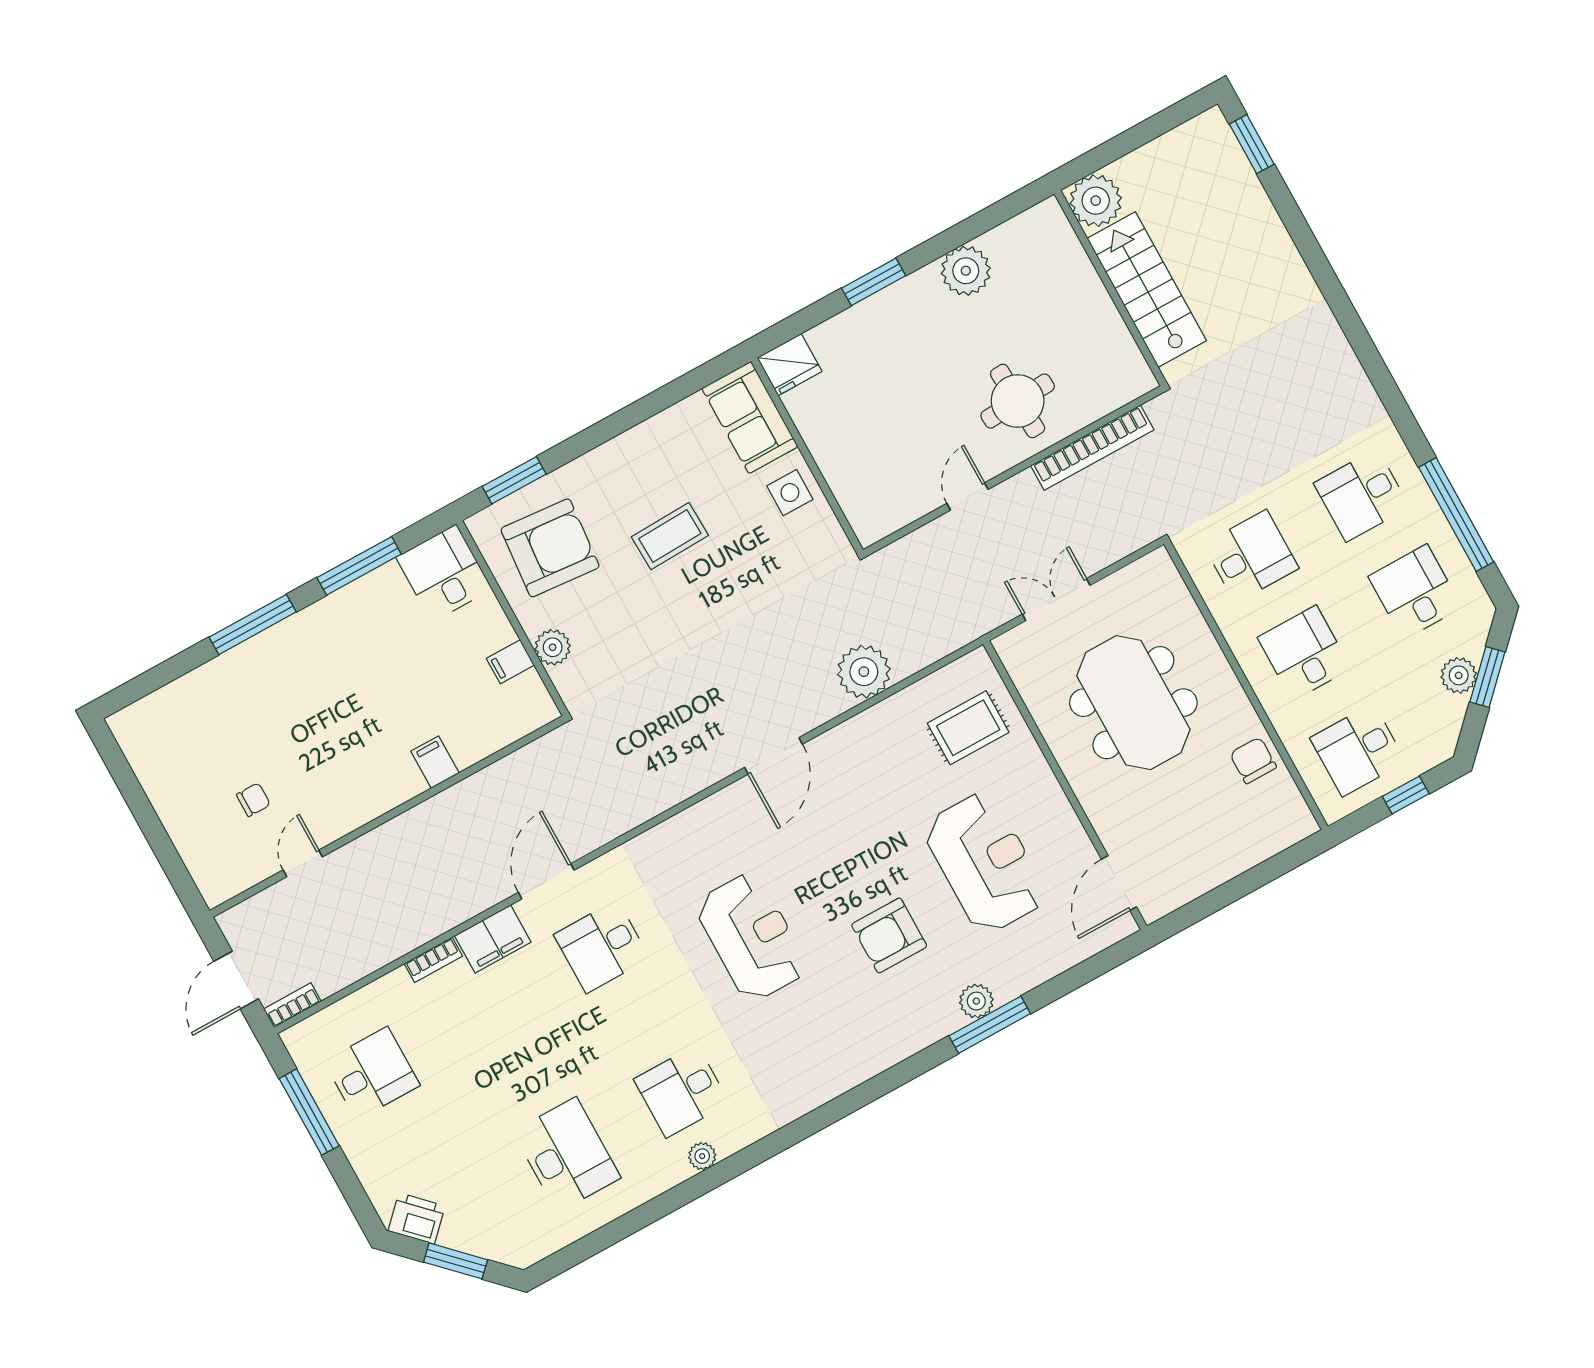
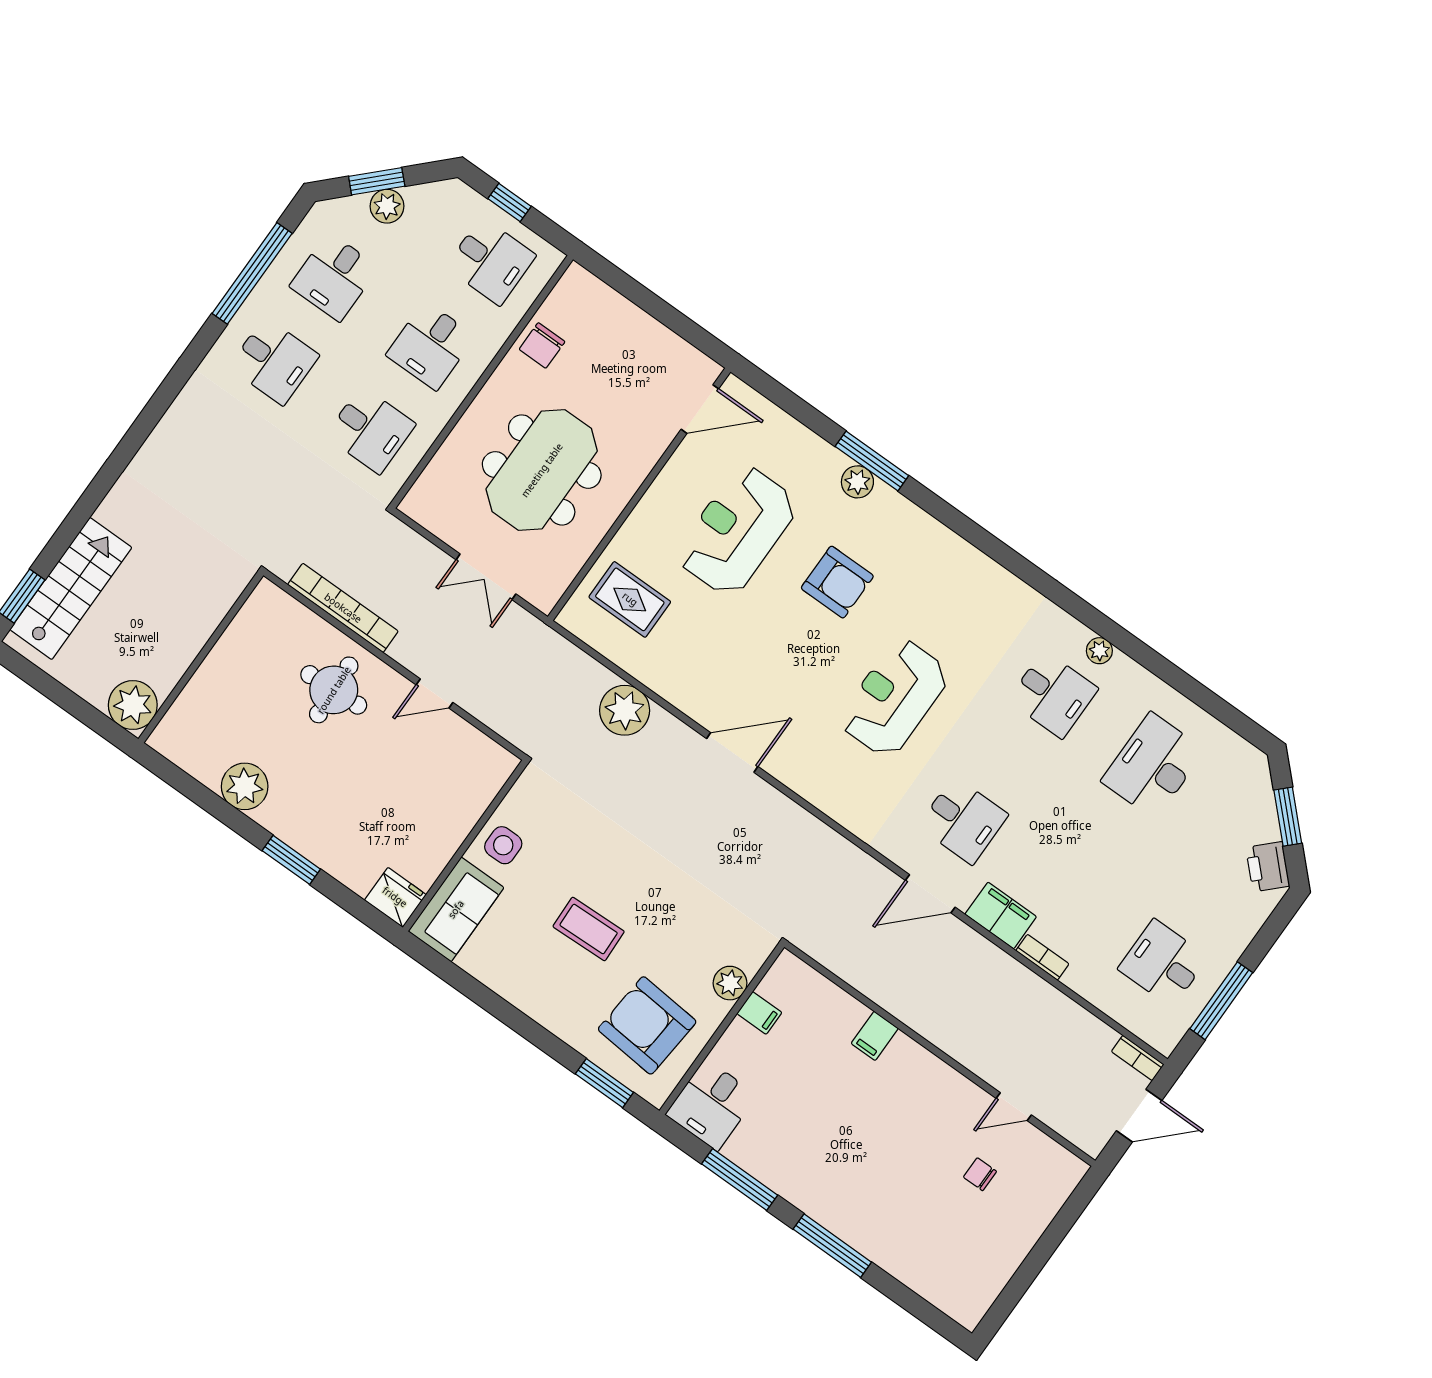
stairs: (1147, 289) -> (71, 588), moved, turned 180
desk: (1251, 556) -> (370, 430), turned 180

